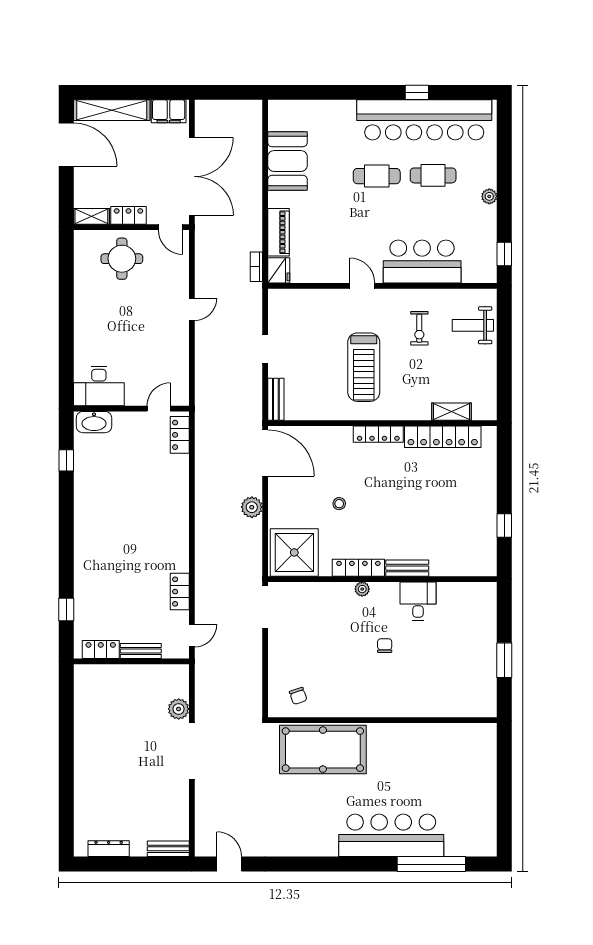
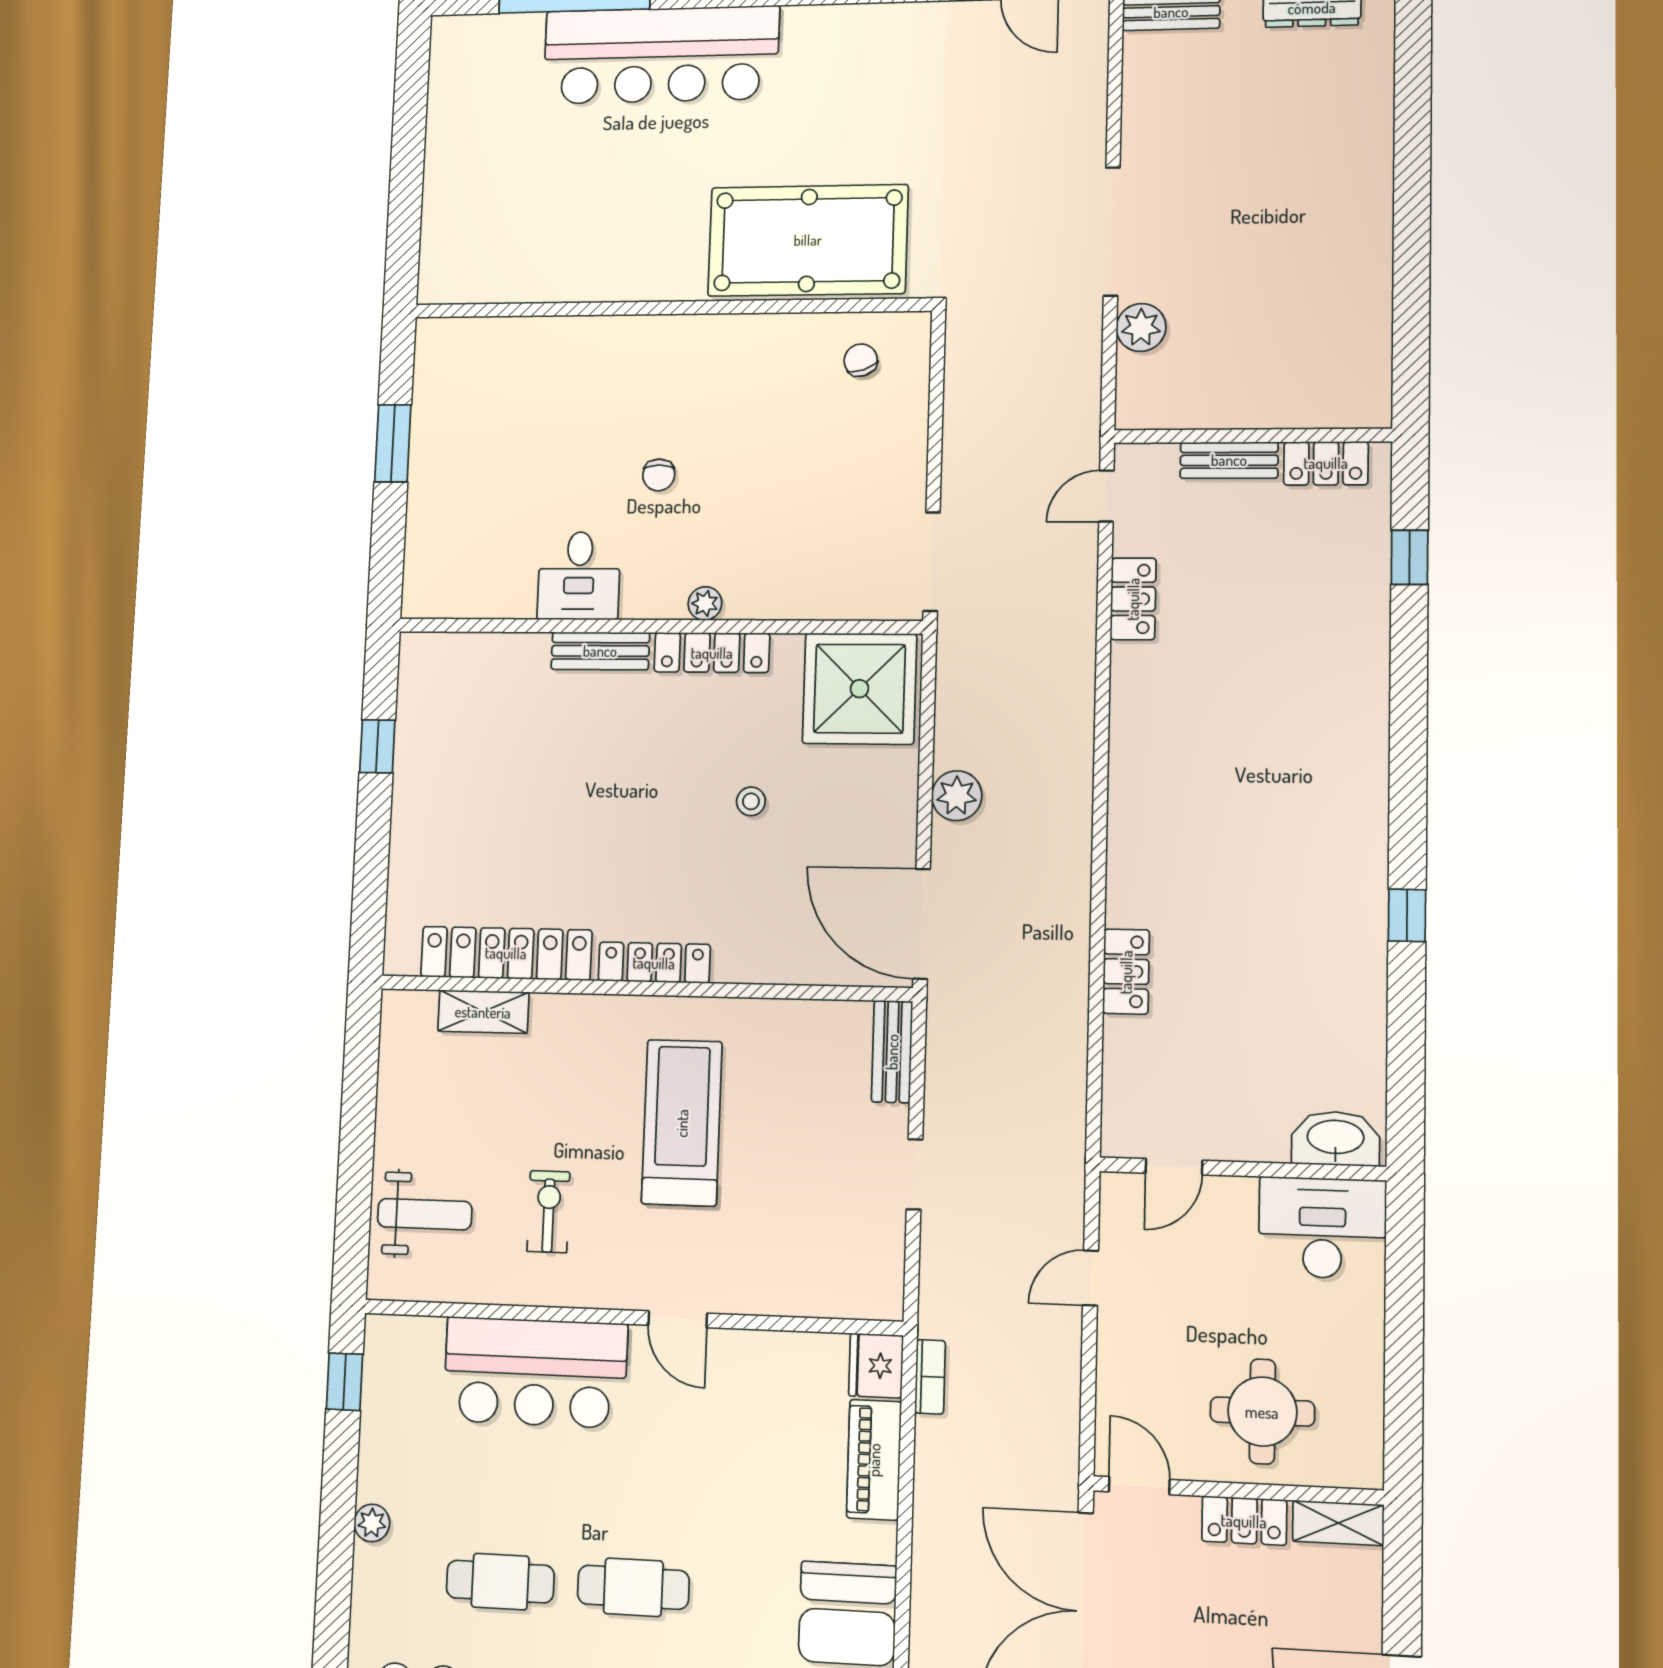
desk: (99, 386) -> (1322, 1228), moved
wall: (131, 409) -> (1242, 1169), moved
door: (159, 409) -> (1174, 1167), moved
washbasin: (94, 422) -> (1336, 1138), moved

